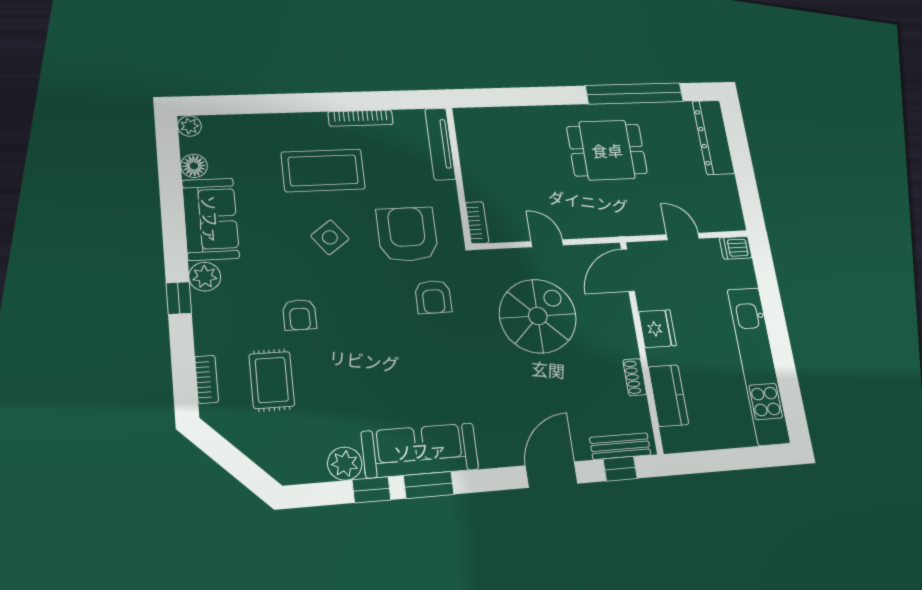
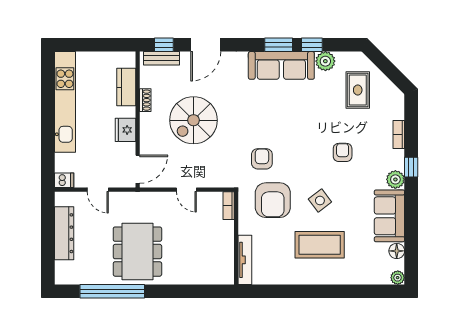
bookcase: (361, 118) -> (293, 279), removed
dresser: (713, 137) -> (64, 233), moved
dining table: (607, 150) -> (137, 252), width x1.38
spiral stairs: (538, 316) -> (193, 120), moved
bookcase: (207, 379) -> (399, 135), moved
rug: (272, 380) -> (358, 90), moved

